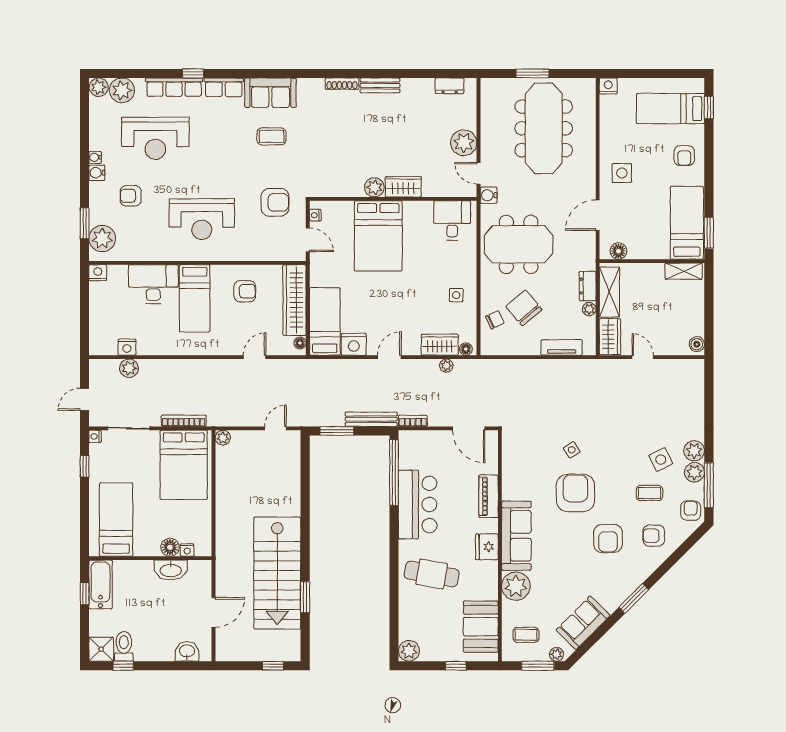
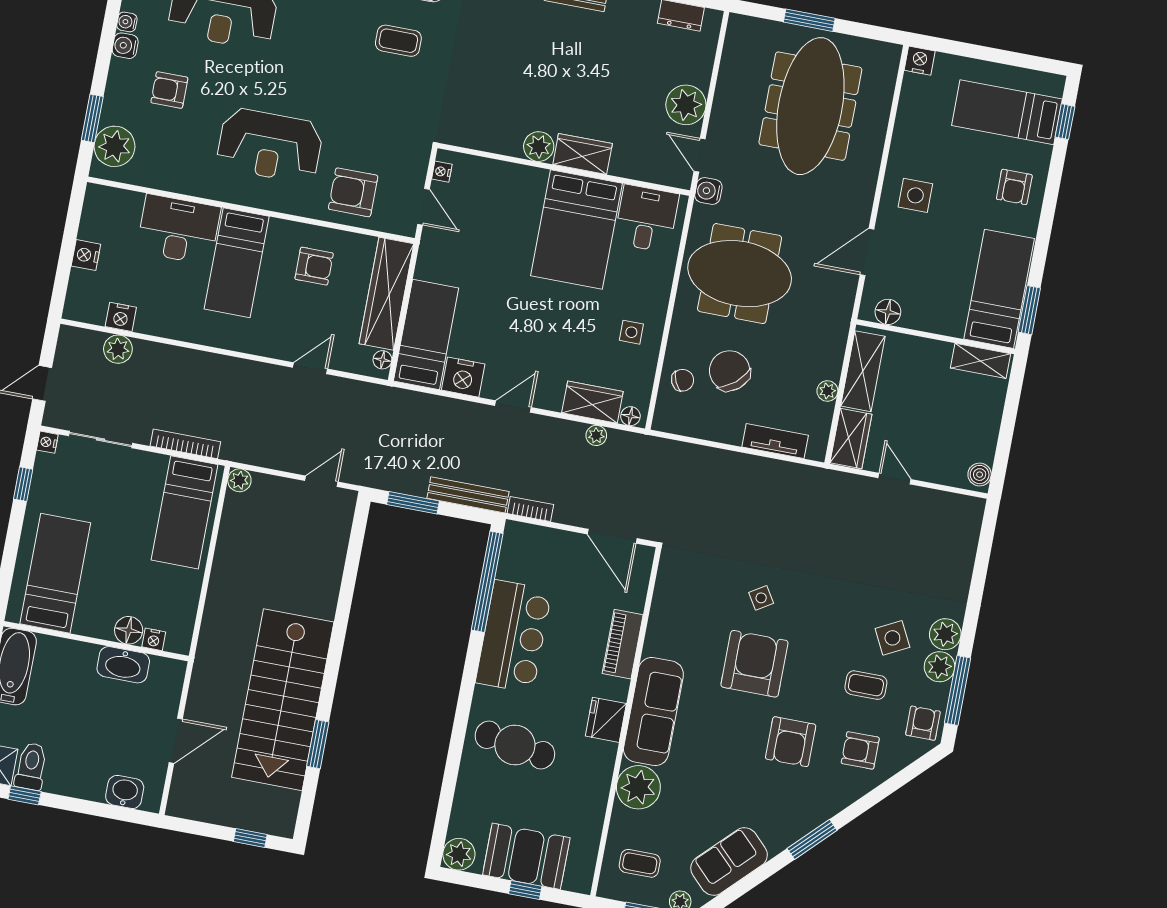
armchair: (275, 202) -> (353, 192), moved, turned 180
bed: (378, 236) -> (576, 229), moved
nightstand: (98, 273) -> (86, 255), moved, turned -90
dresser: (588, 286) -> (832, 356), removed
bed: (184, 465) -> (185, 512), width x0.67
booth: (481, 627) -> (526, 856), moved, turned 90

